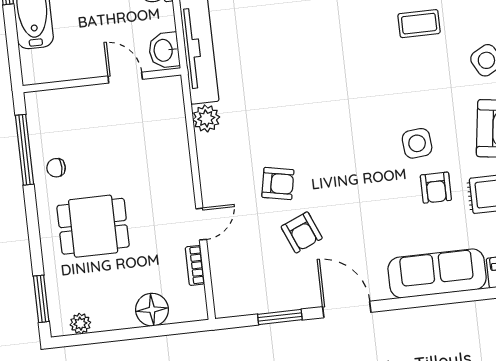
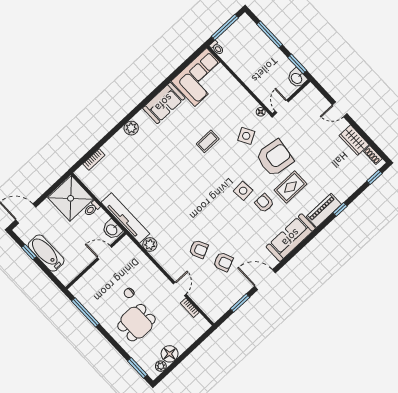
chair: (56, 168) -> (129, 293), moved
armchair: (278, 184) -> (199, 249), turned 54
armchair: (436, 188) -> (264, 203), turned 180
floor lamp: (152, 310) -> (170, 354), moved

